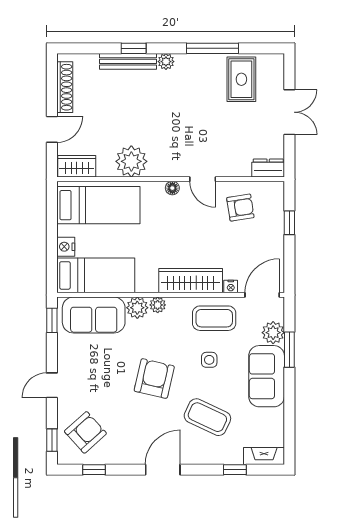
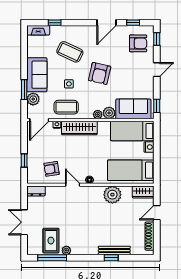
window: (212, 48) -> (52, 258), moved
plant: (166, 62) -> (66, 250), moved
armchair: (85, 432) -> (138, 43), turned -138
door: (163, 470) -> (107, 23), moved

